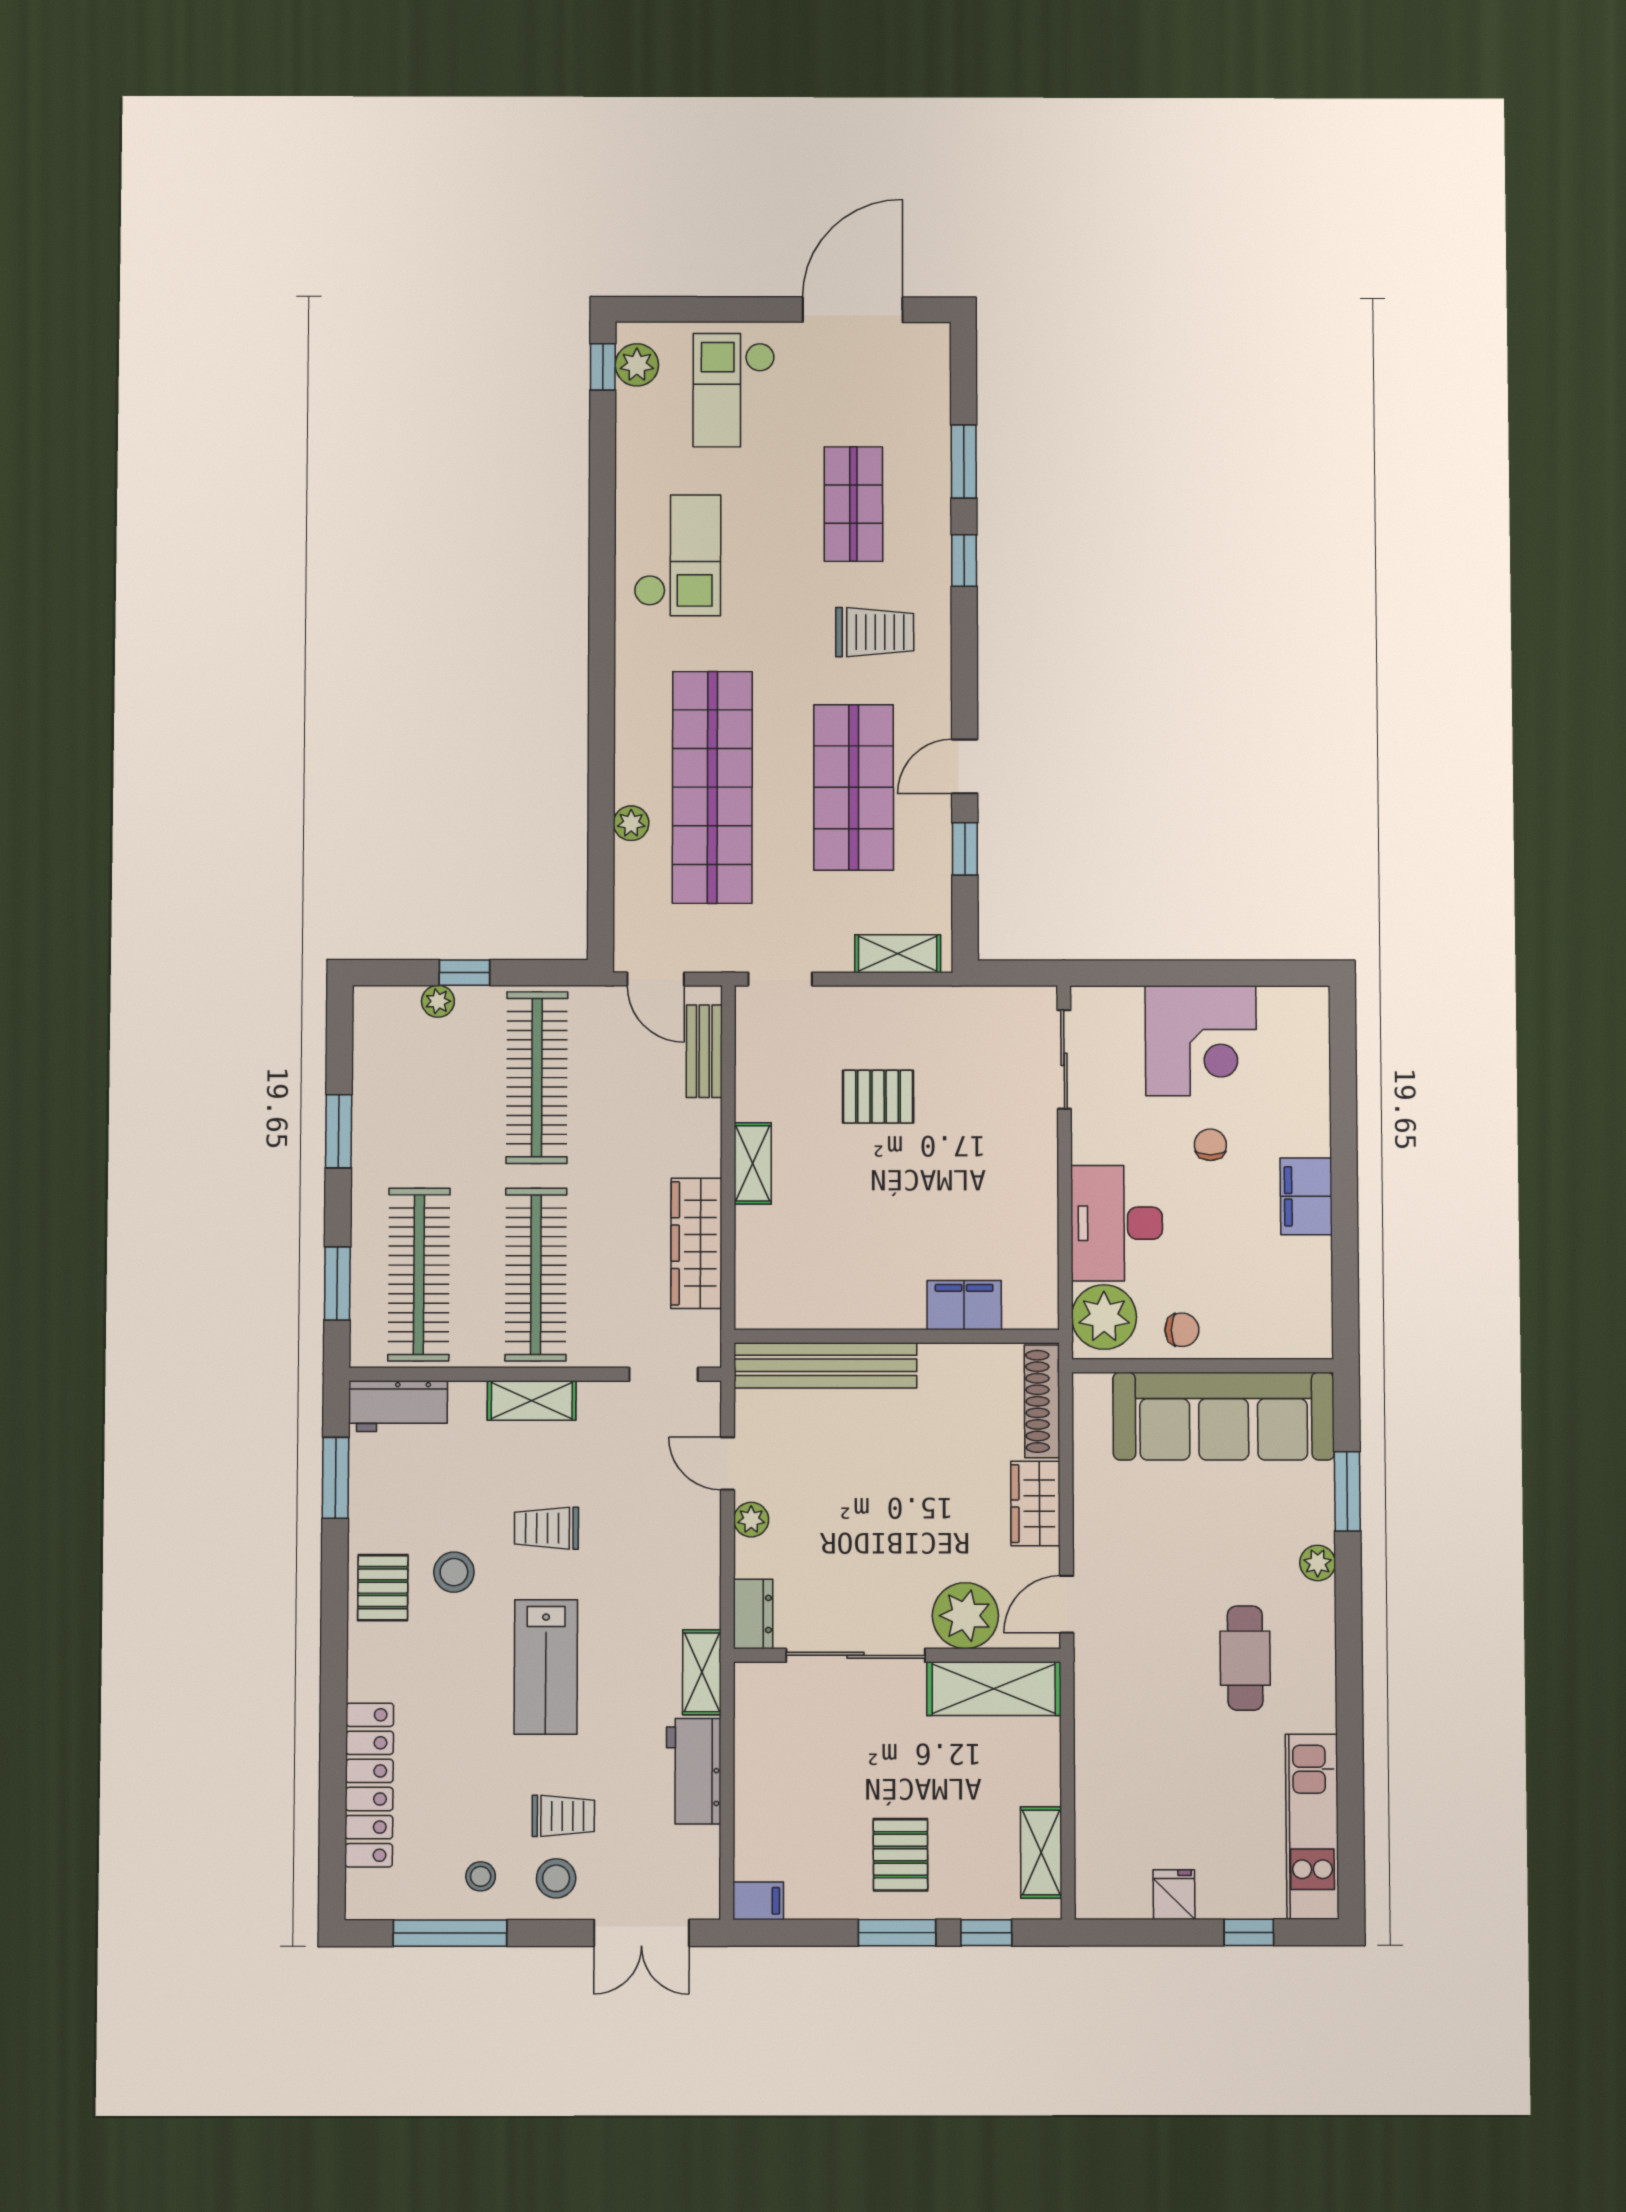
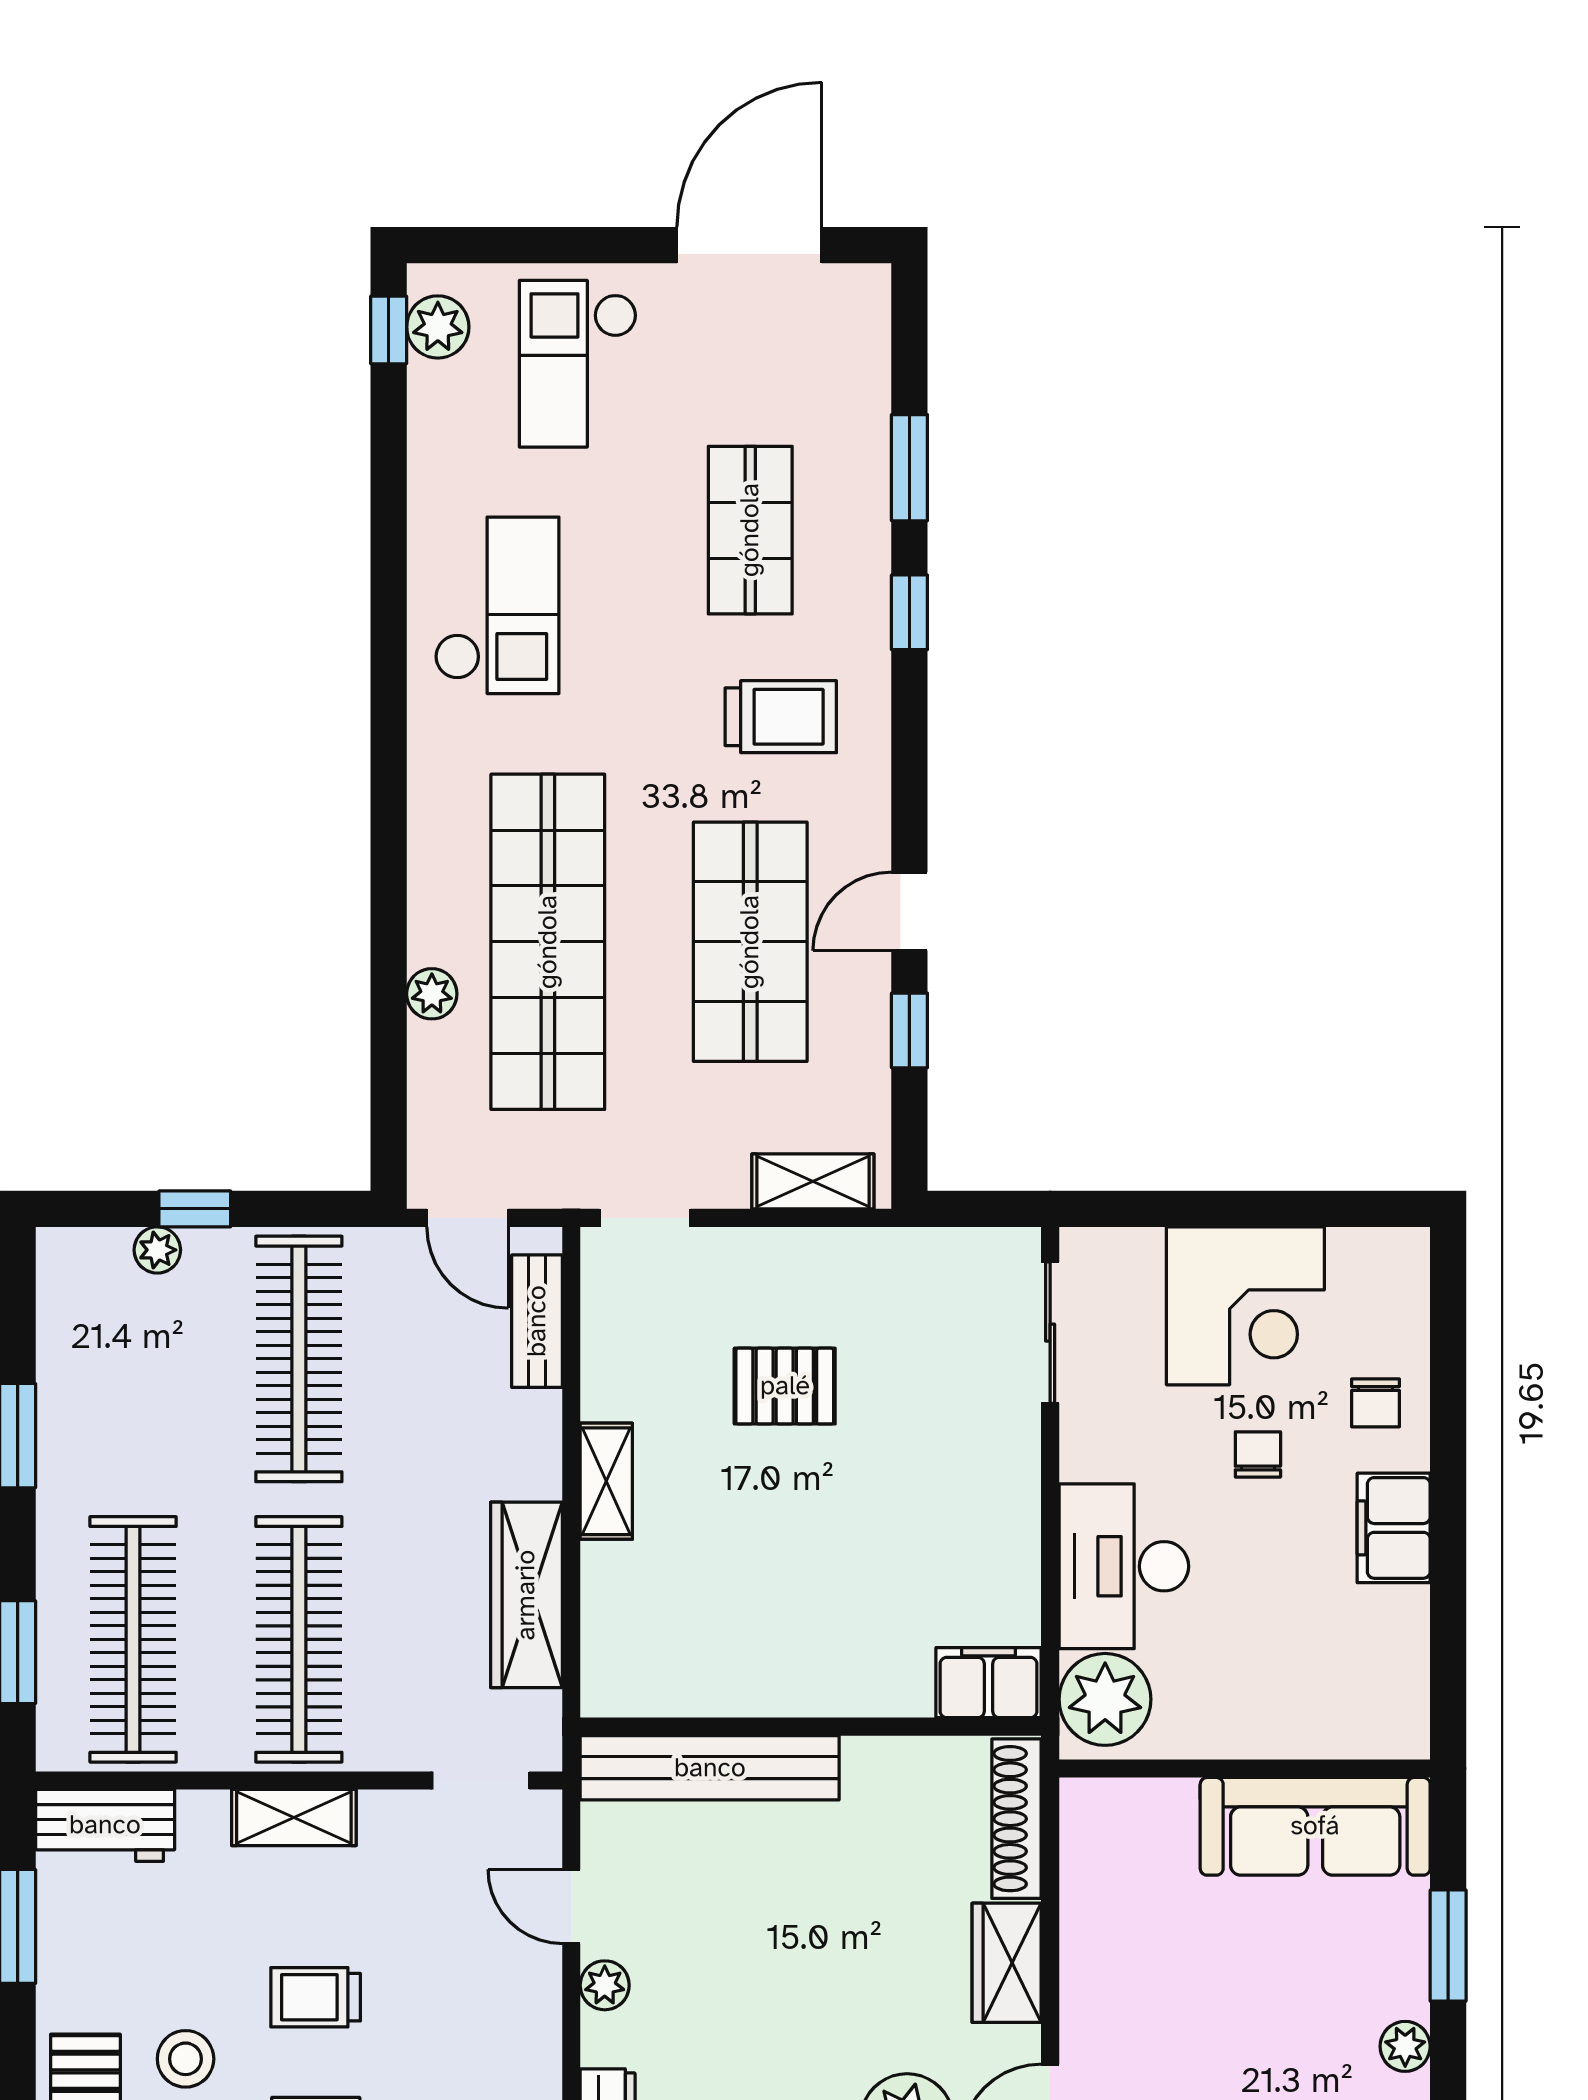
filing cabinet: (964, 1305) -> (989, 1683), moved
chair: (1182, 1330) -> (1375, 1403), moved, turned 90
sofa: (1224, 1416) -> (1315, 1826), width x0.74, depth x0.79

